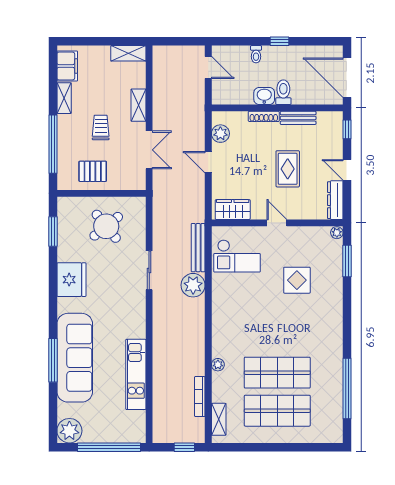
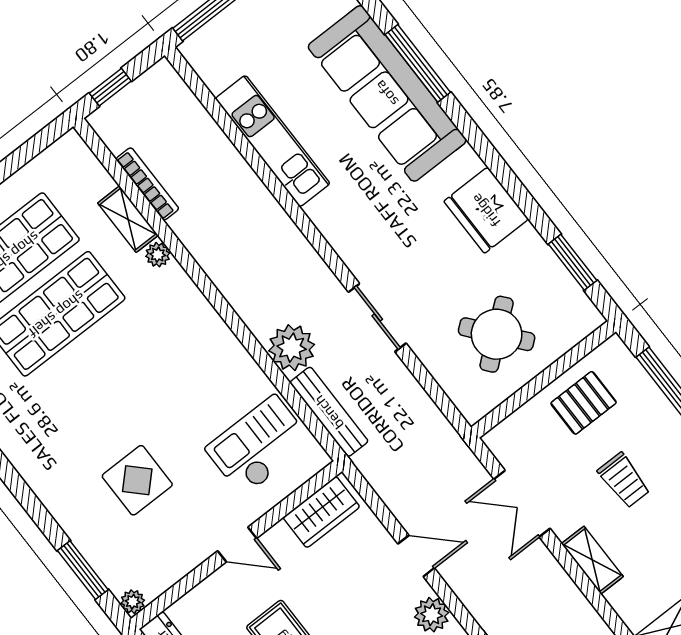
shelving: (219, 419) -> (128, 219), moved

